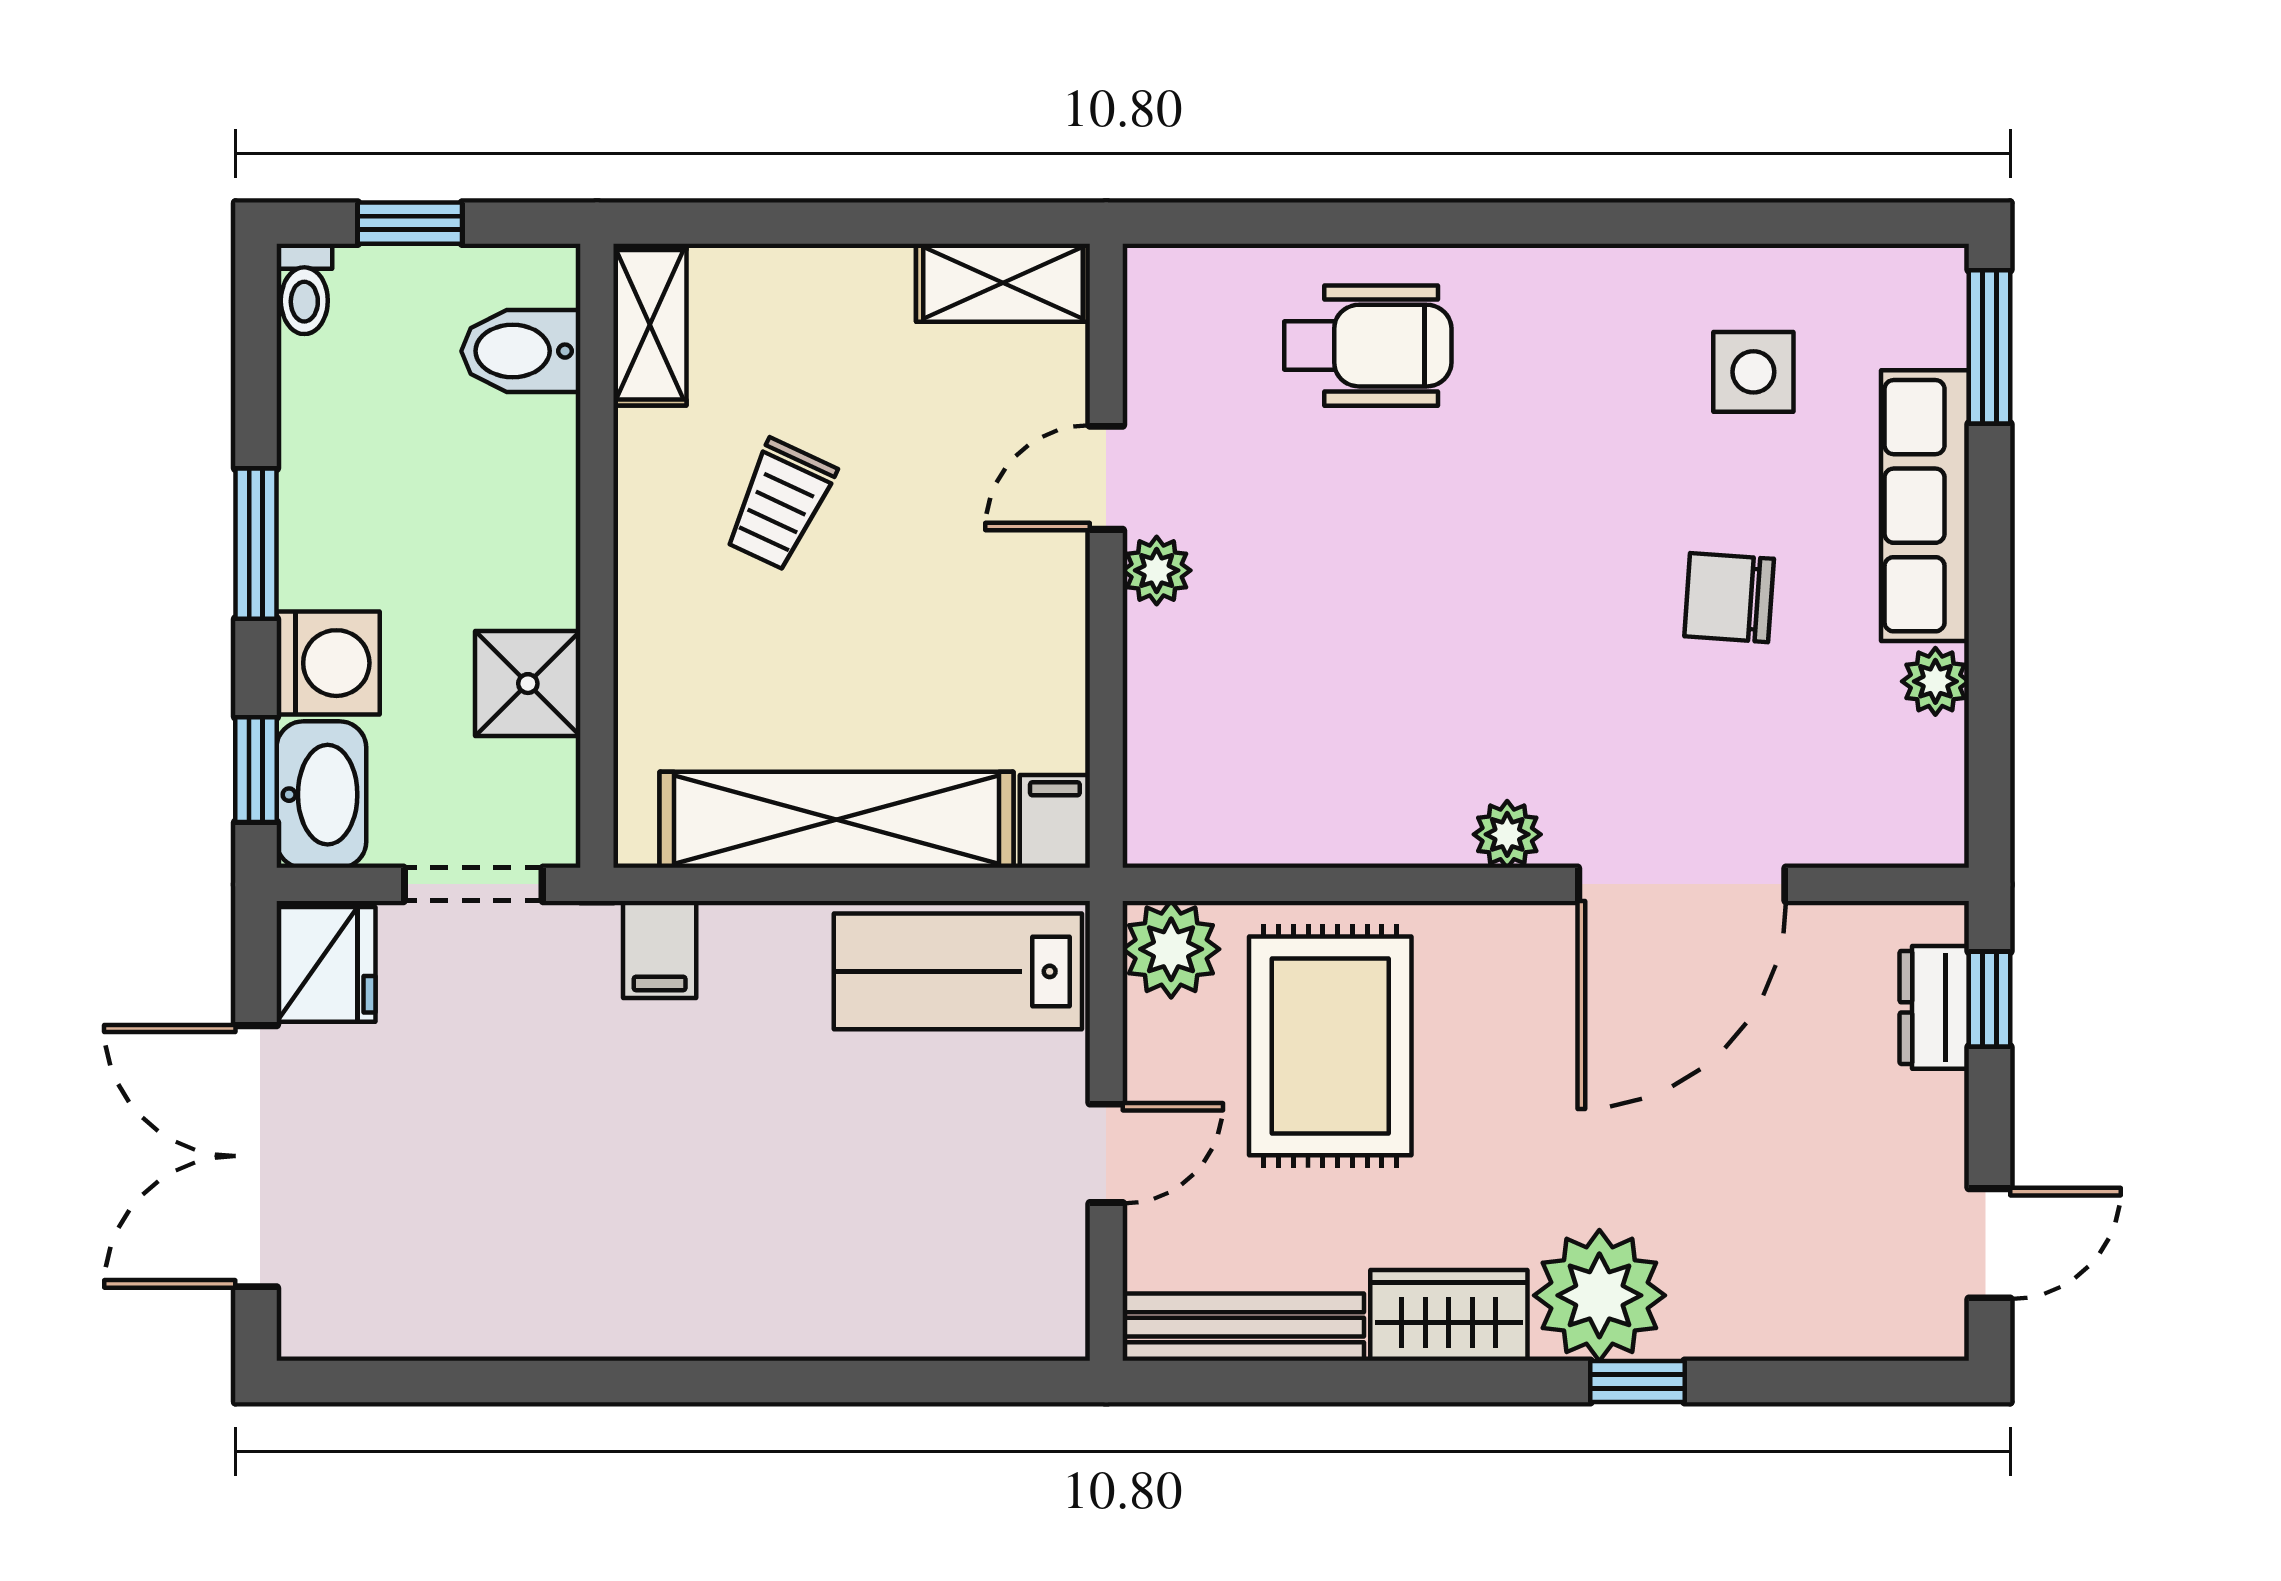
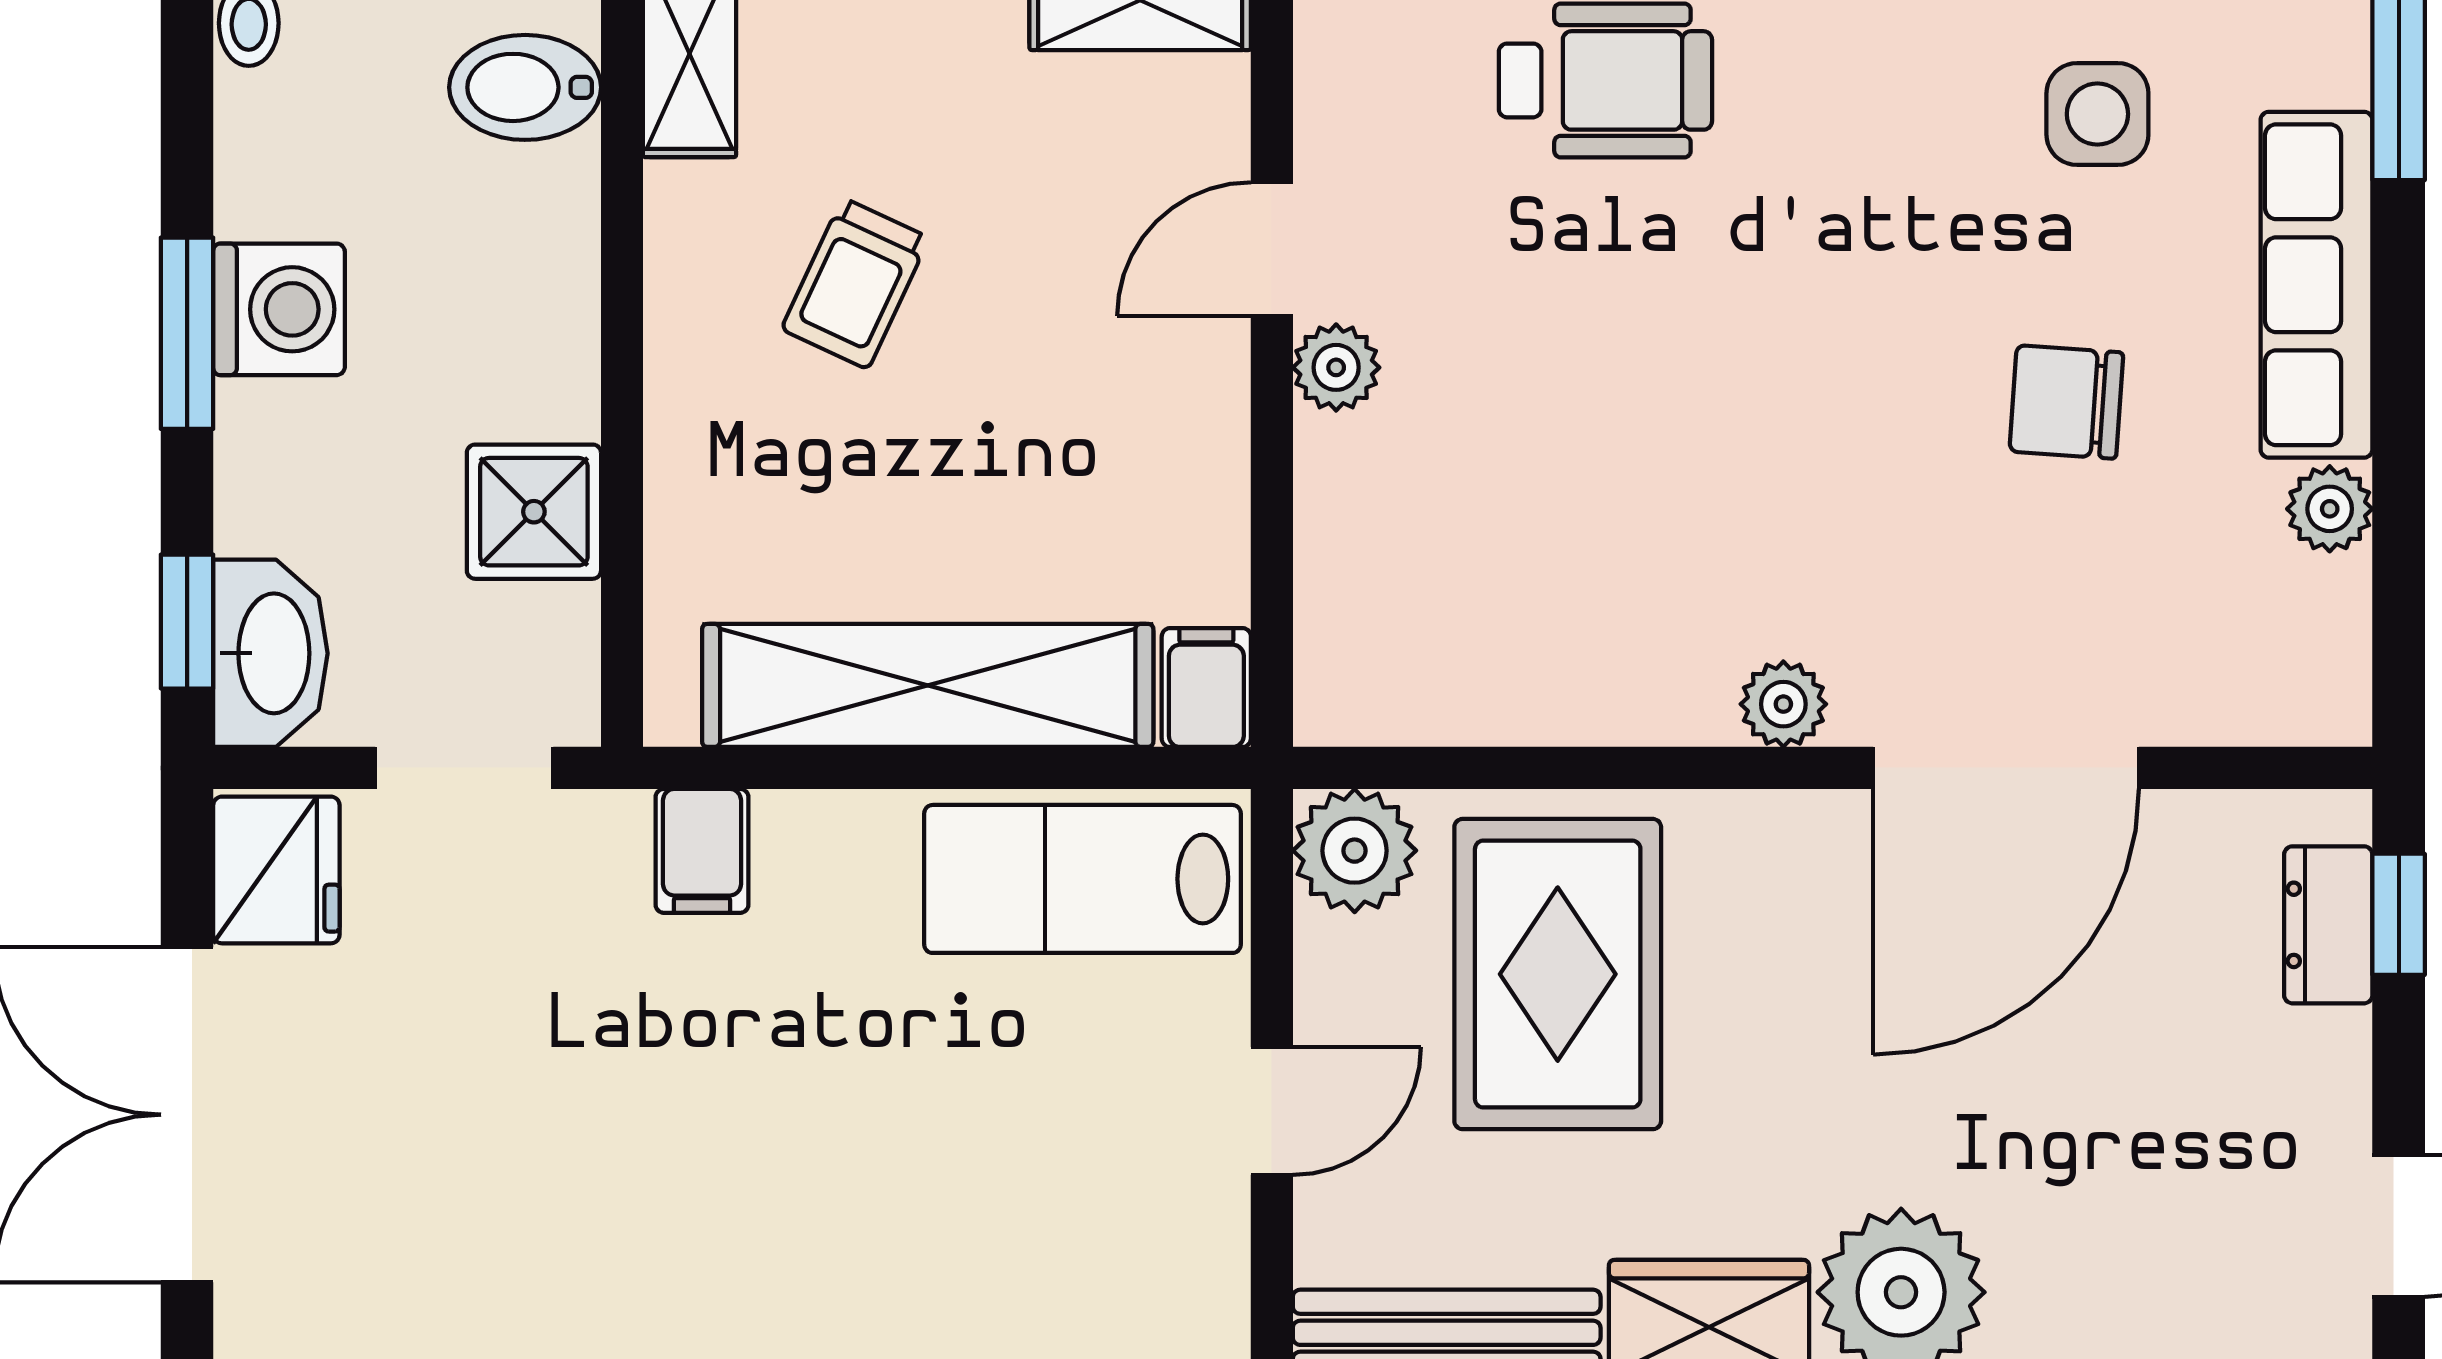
washing machine: (328, 663) -> (279, 309), moved

